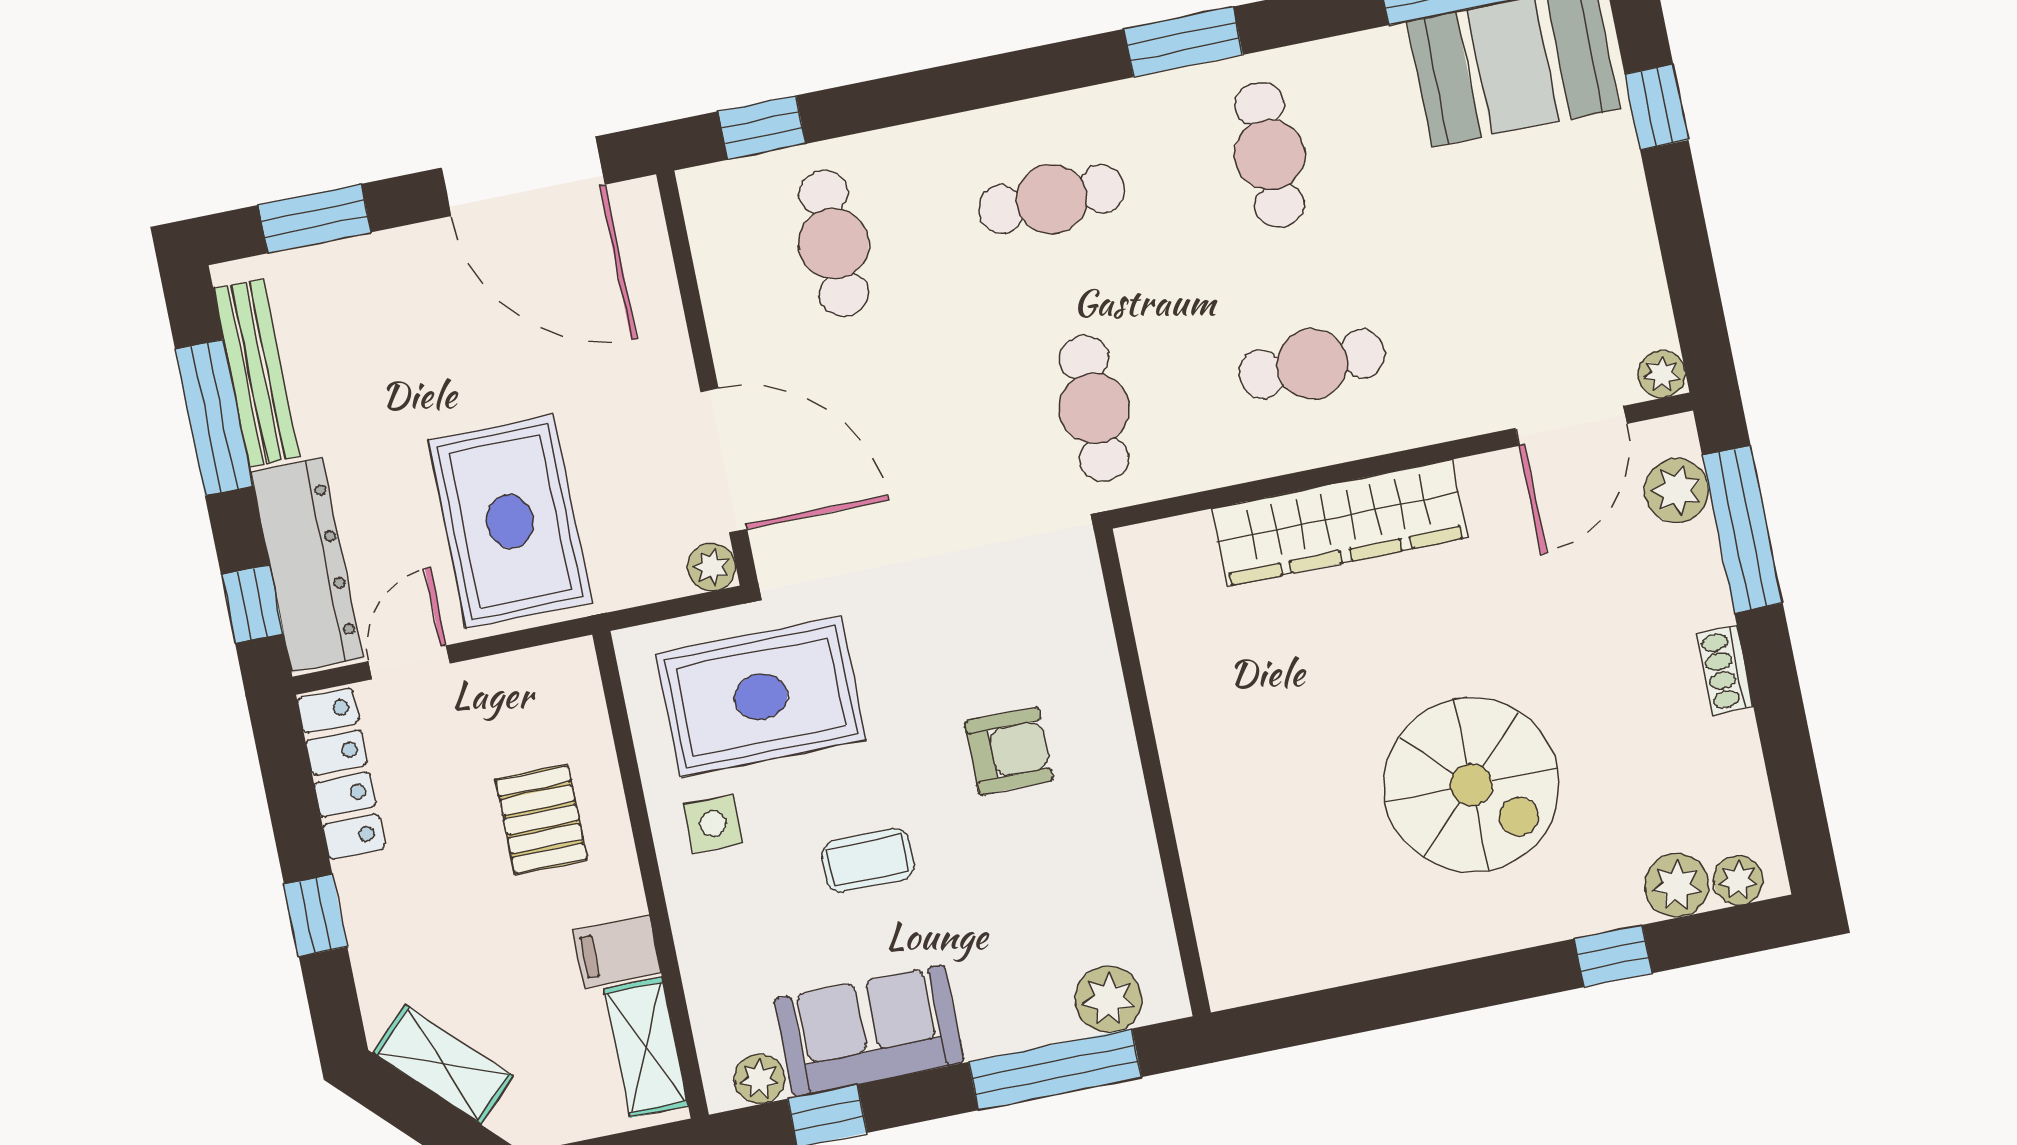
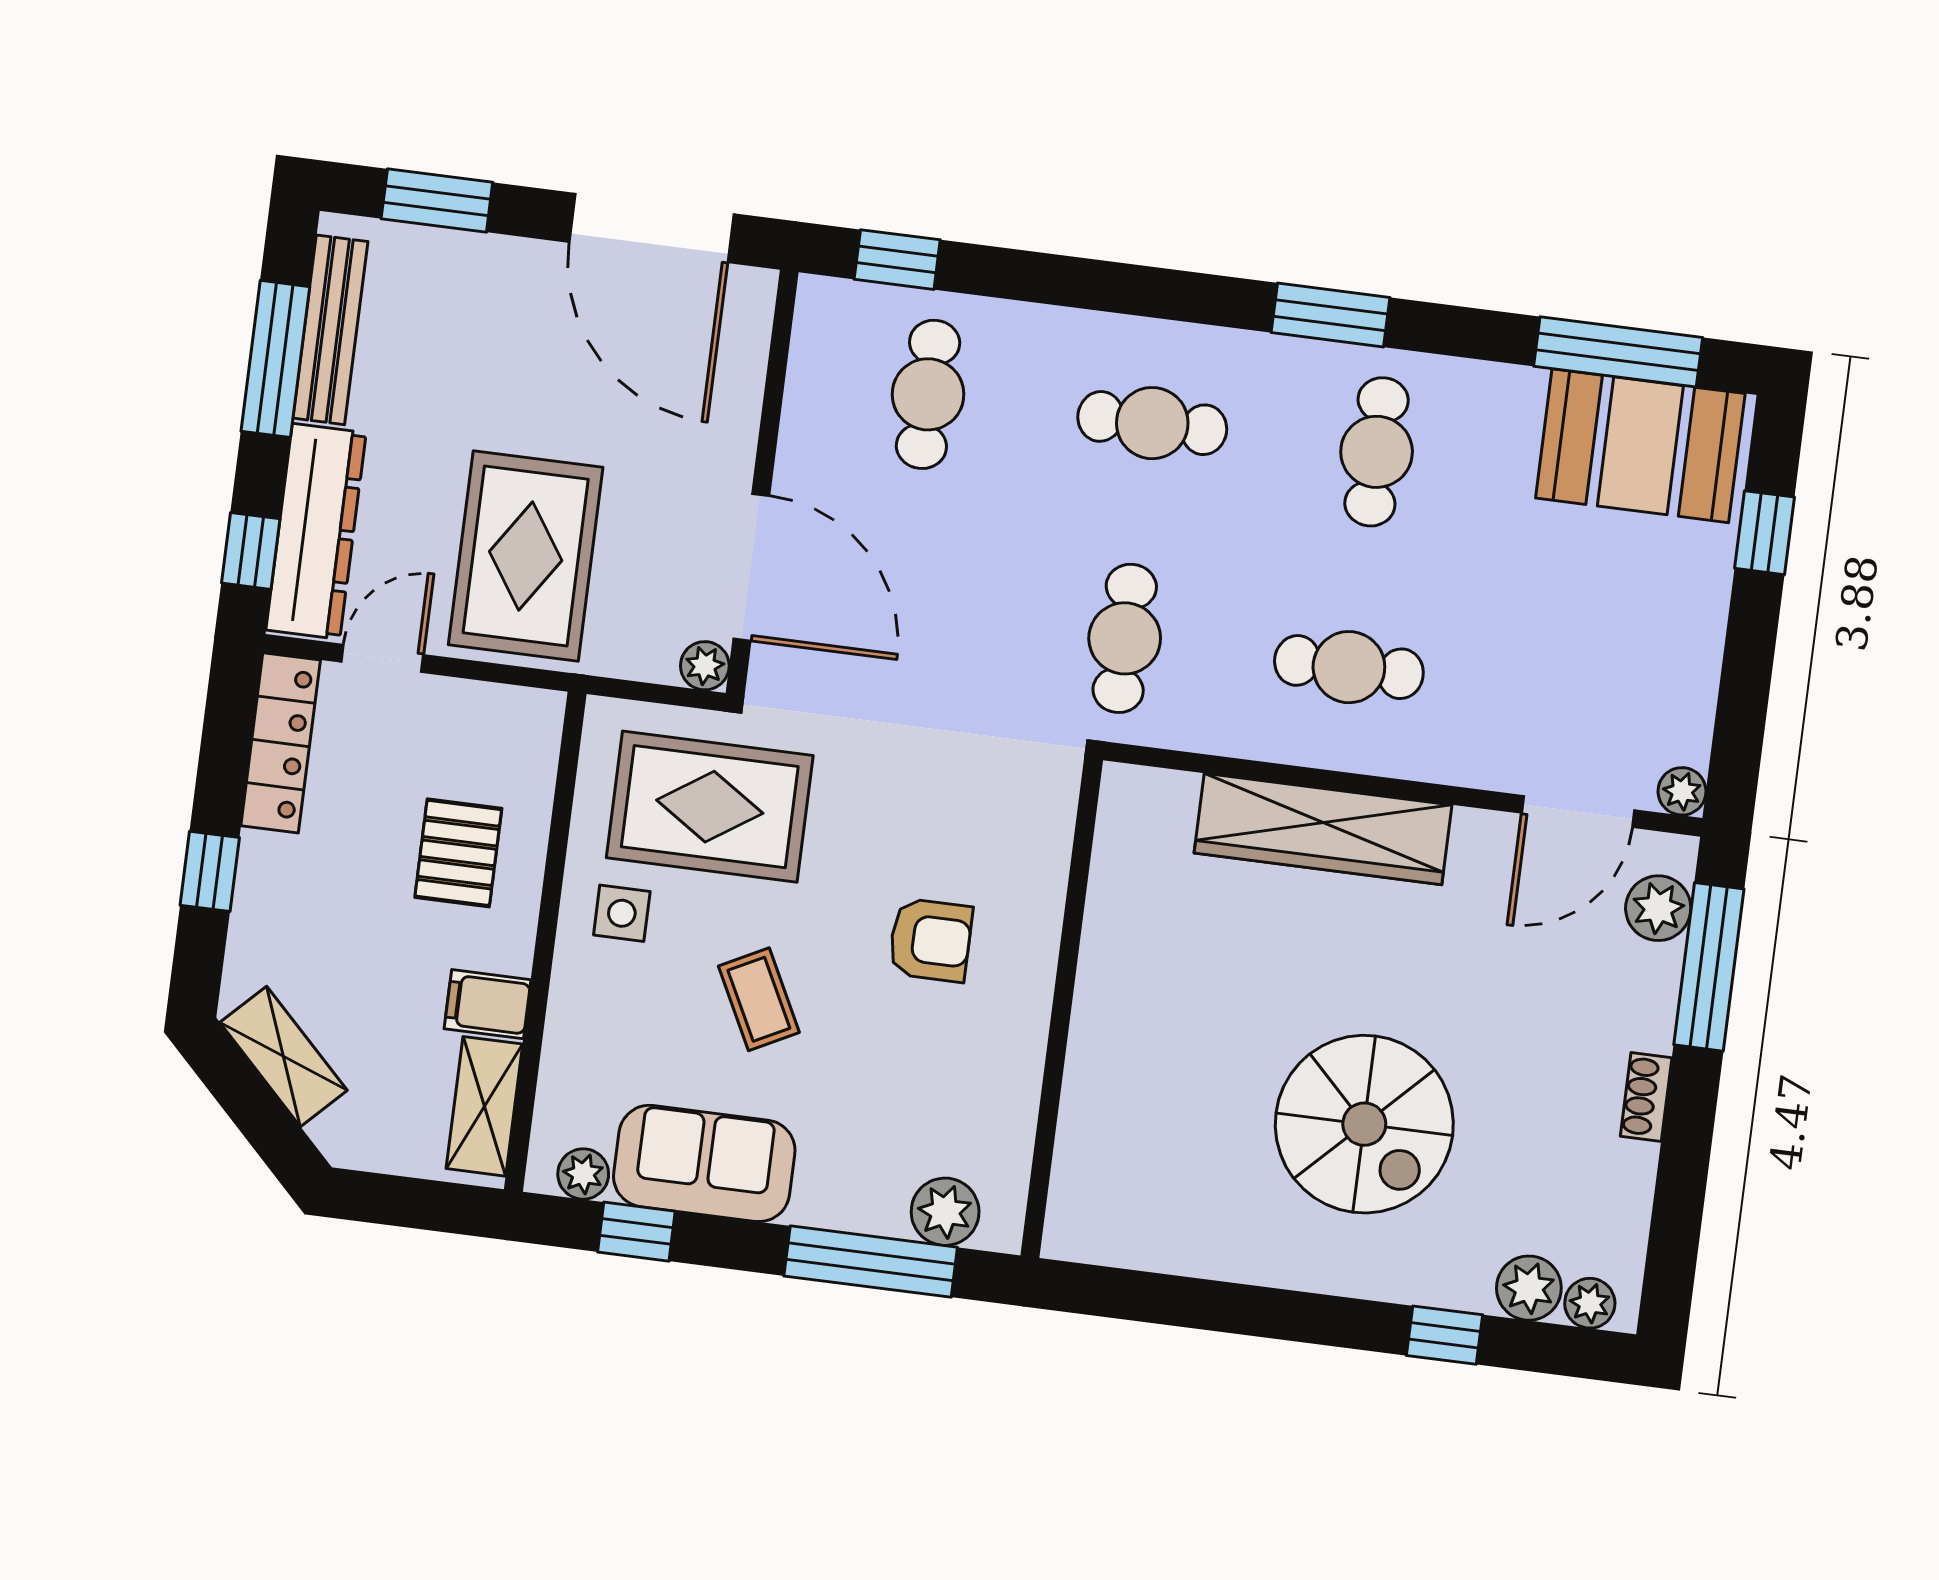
coffee table: (868, 861) -> (759, 999), turned 63

